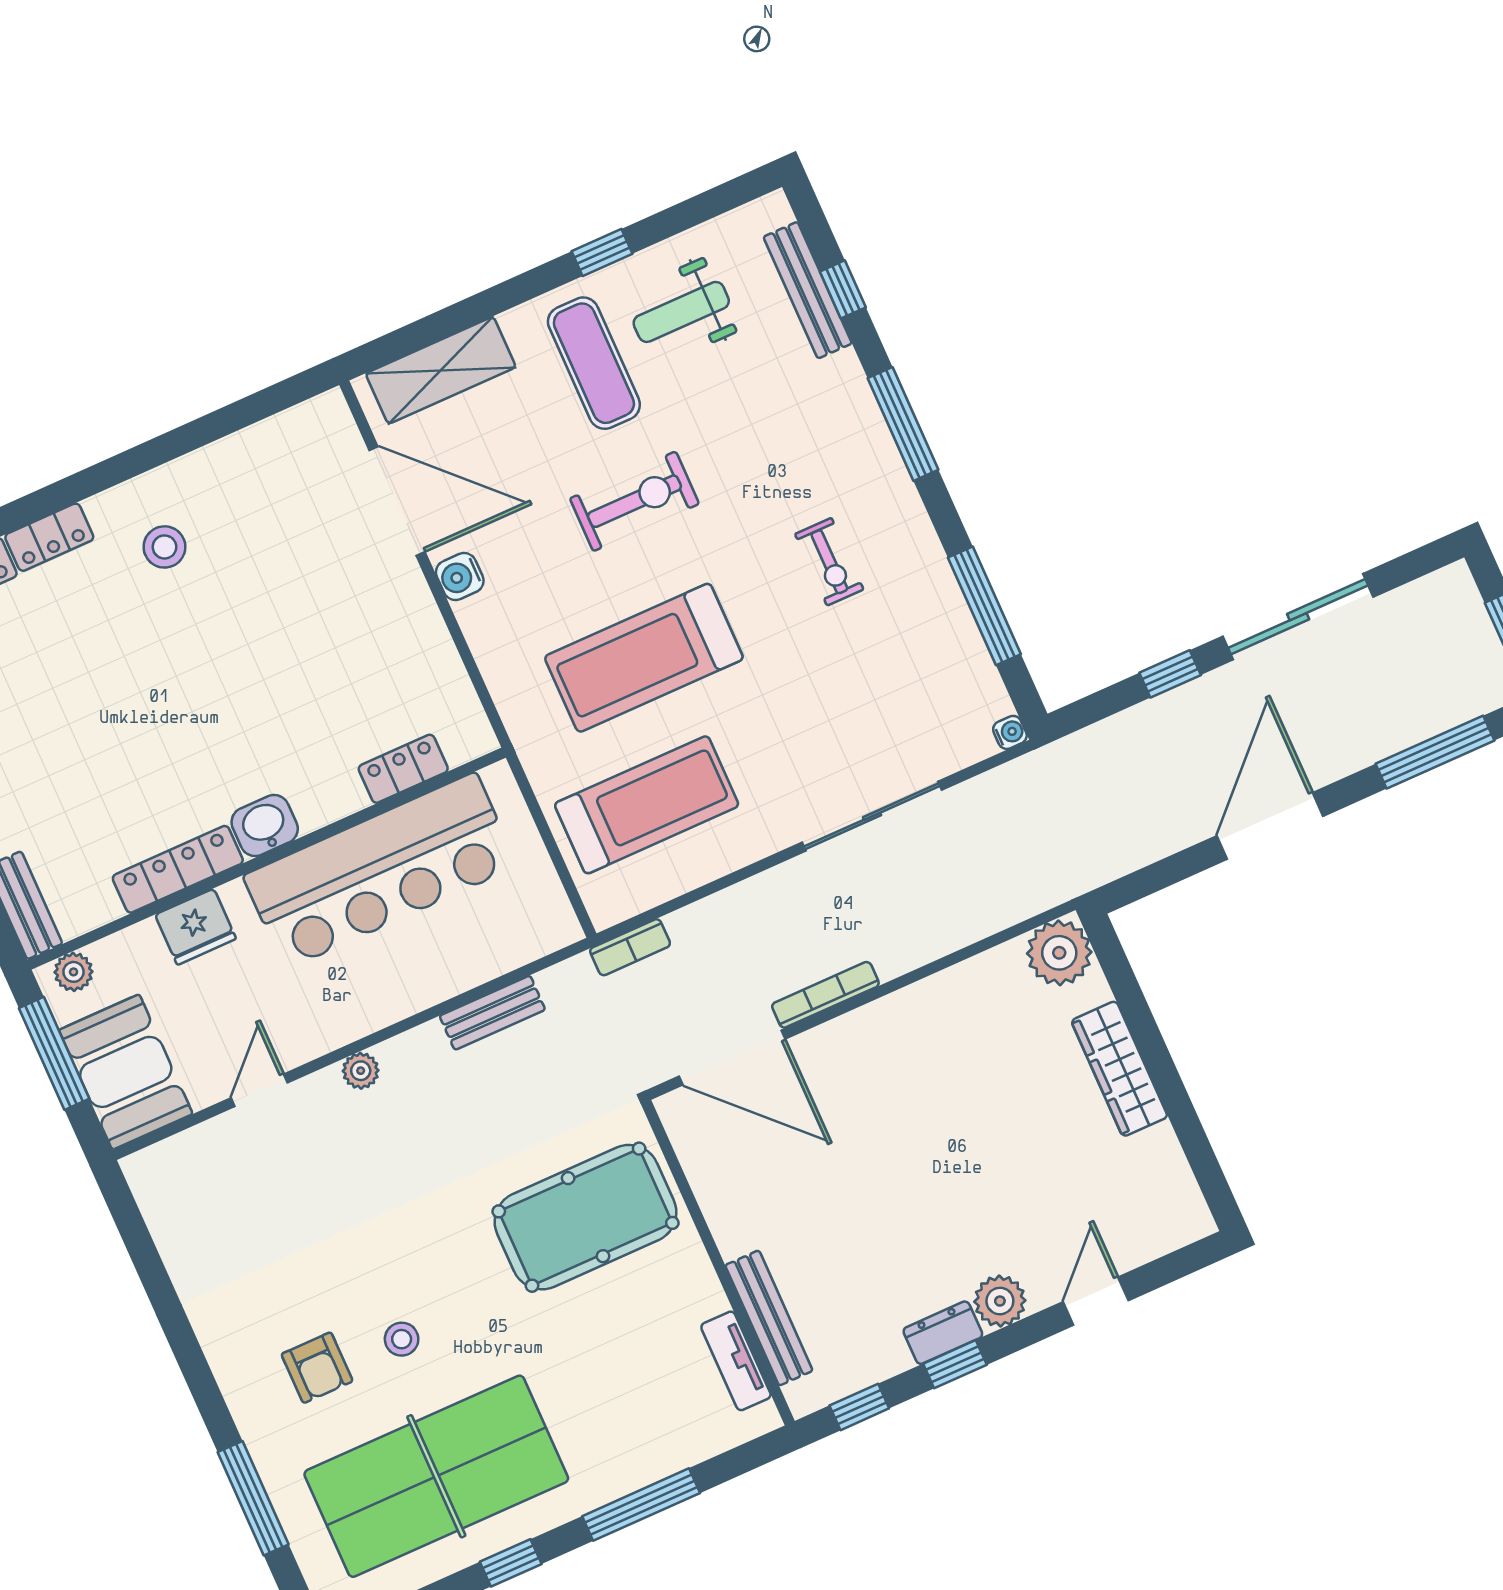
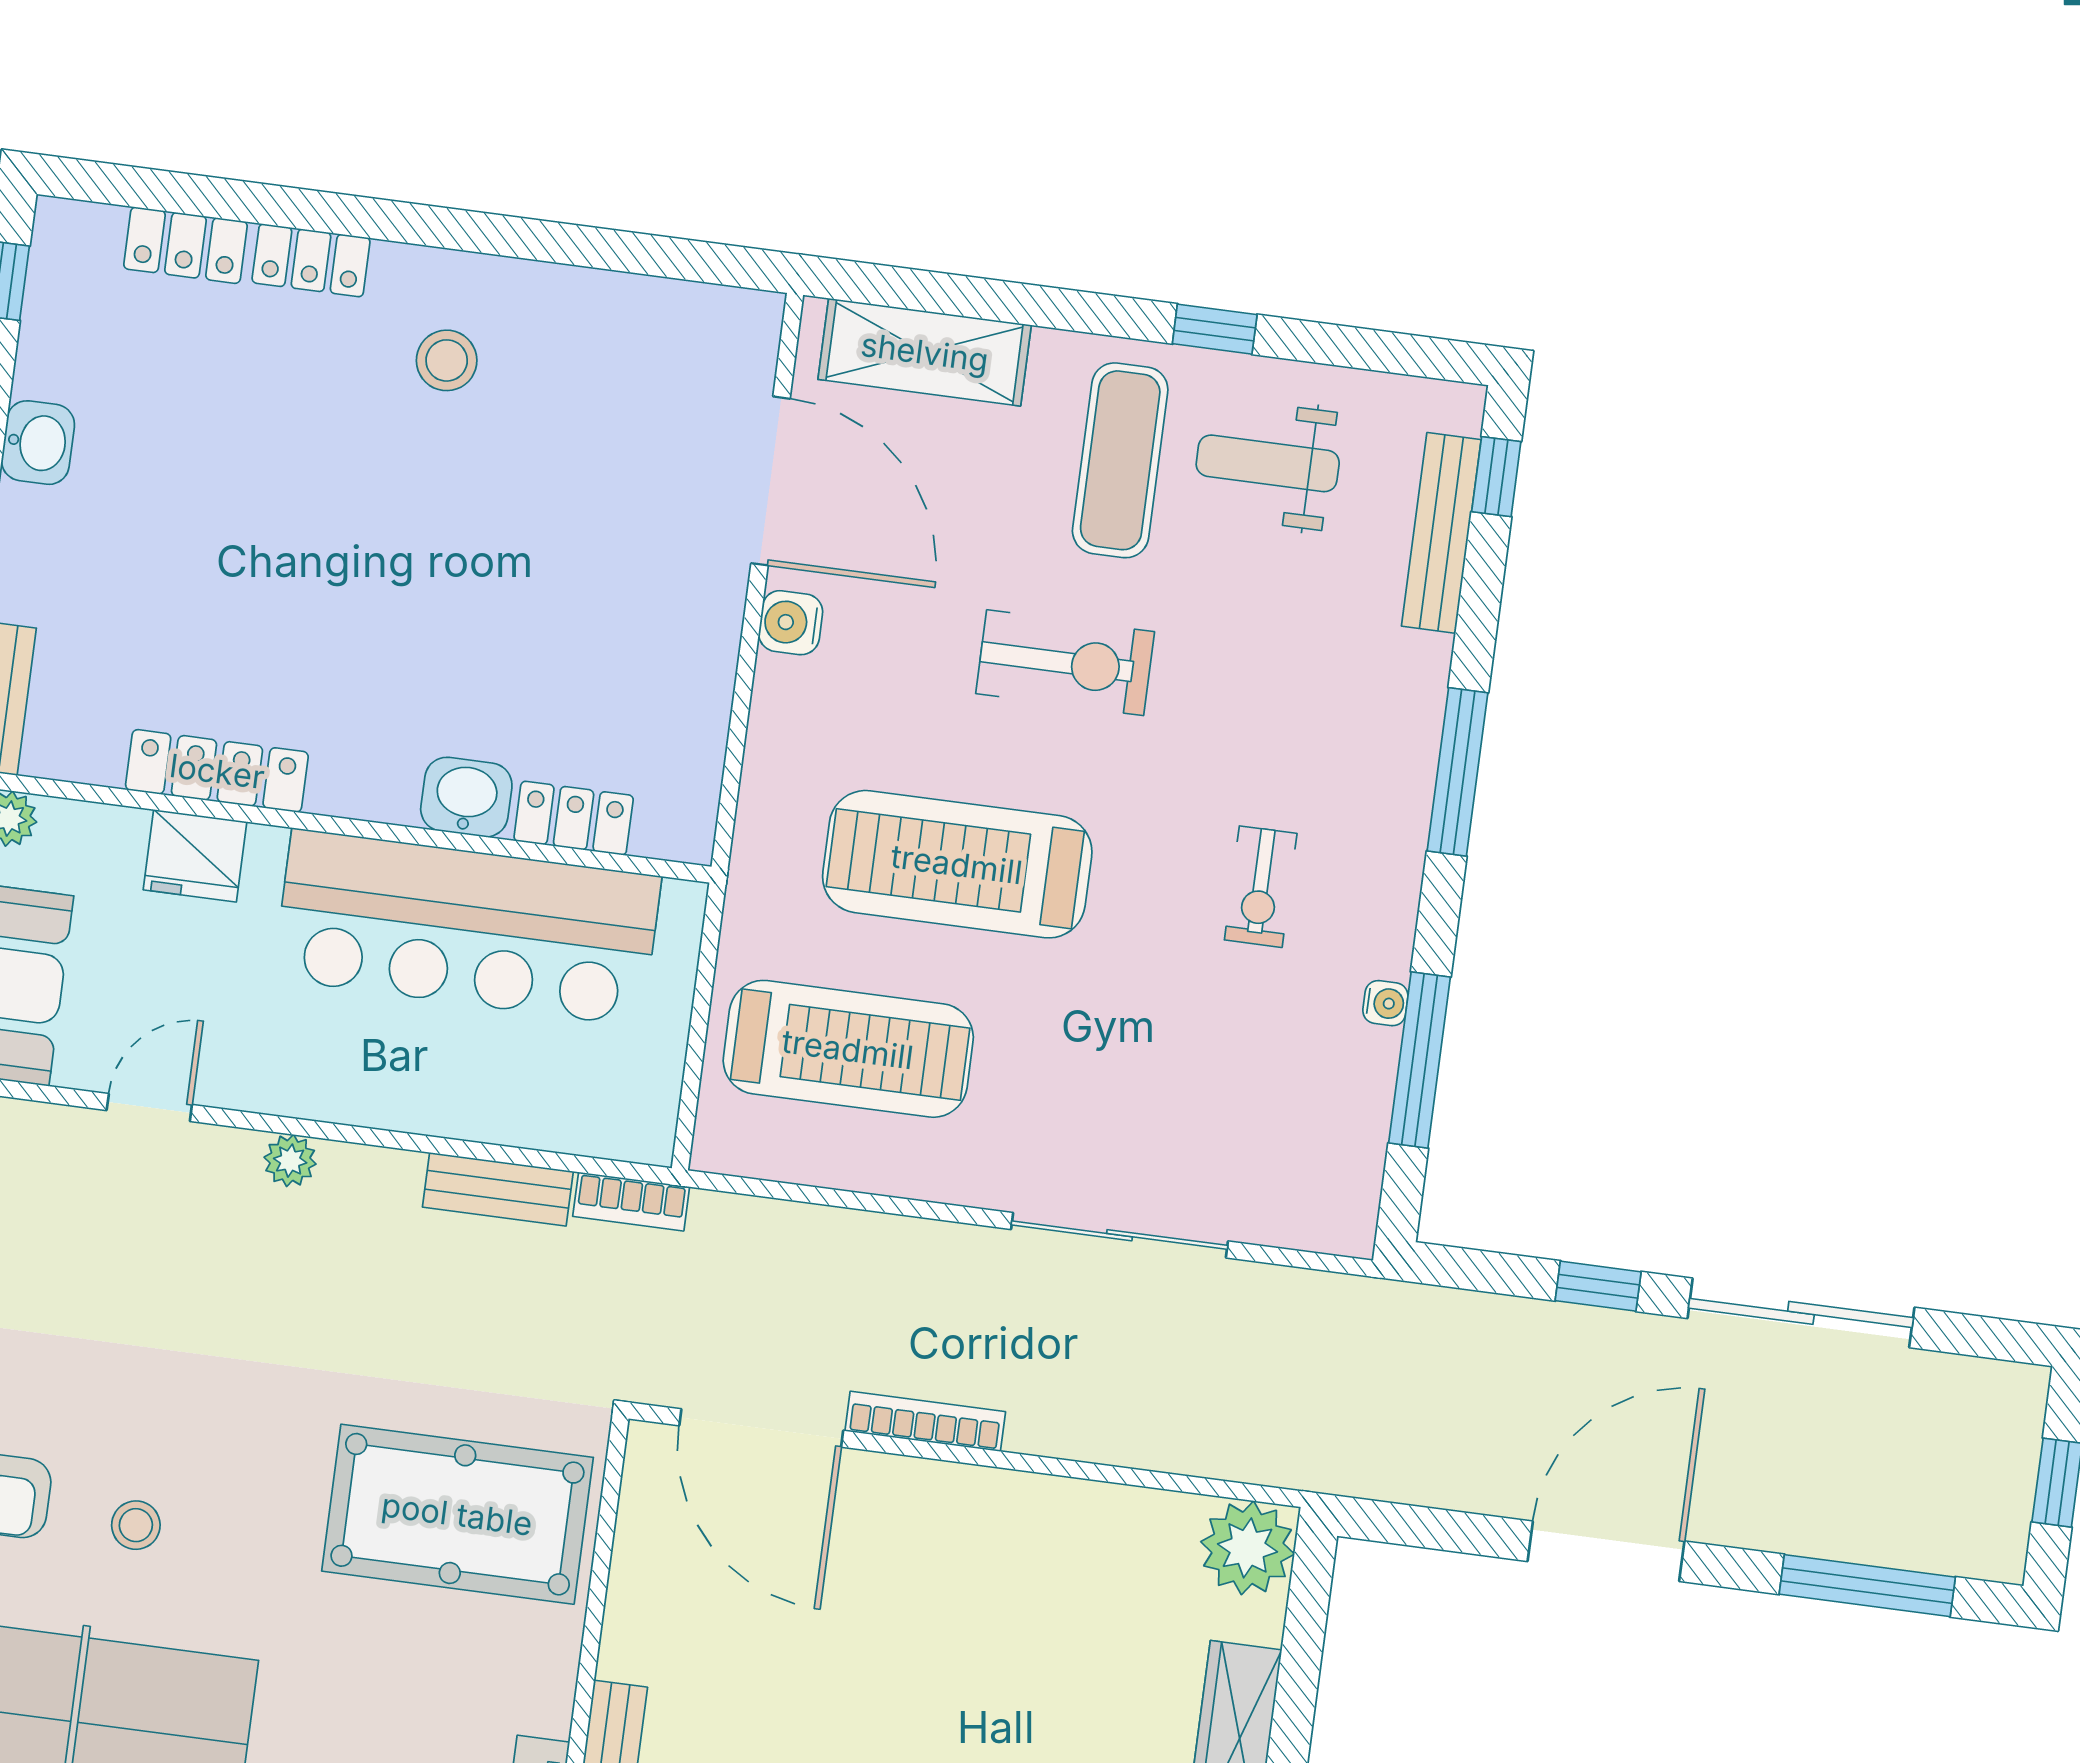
window: (843, 289) -> (1496, 477), moved
water cooler: (1010, 732) -> (1385, 1003), moved
washbasin: (265, 826) -> (466, 797), moved
bookcase: (630, 947) -> (631, 1201), moved

